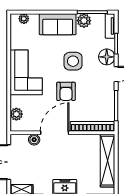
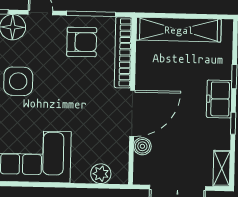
armchair: (66, 91) -> (82, 42), moved
door: (55, 133) -> (132, 113), swing flipped

